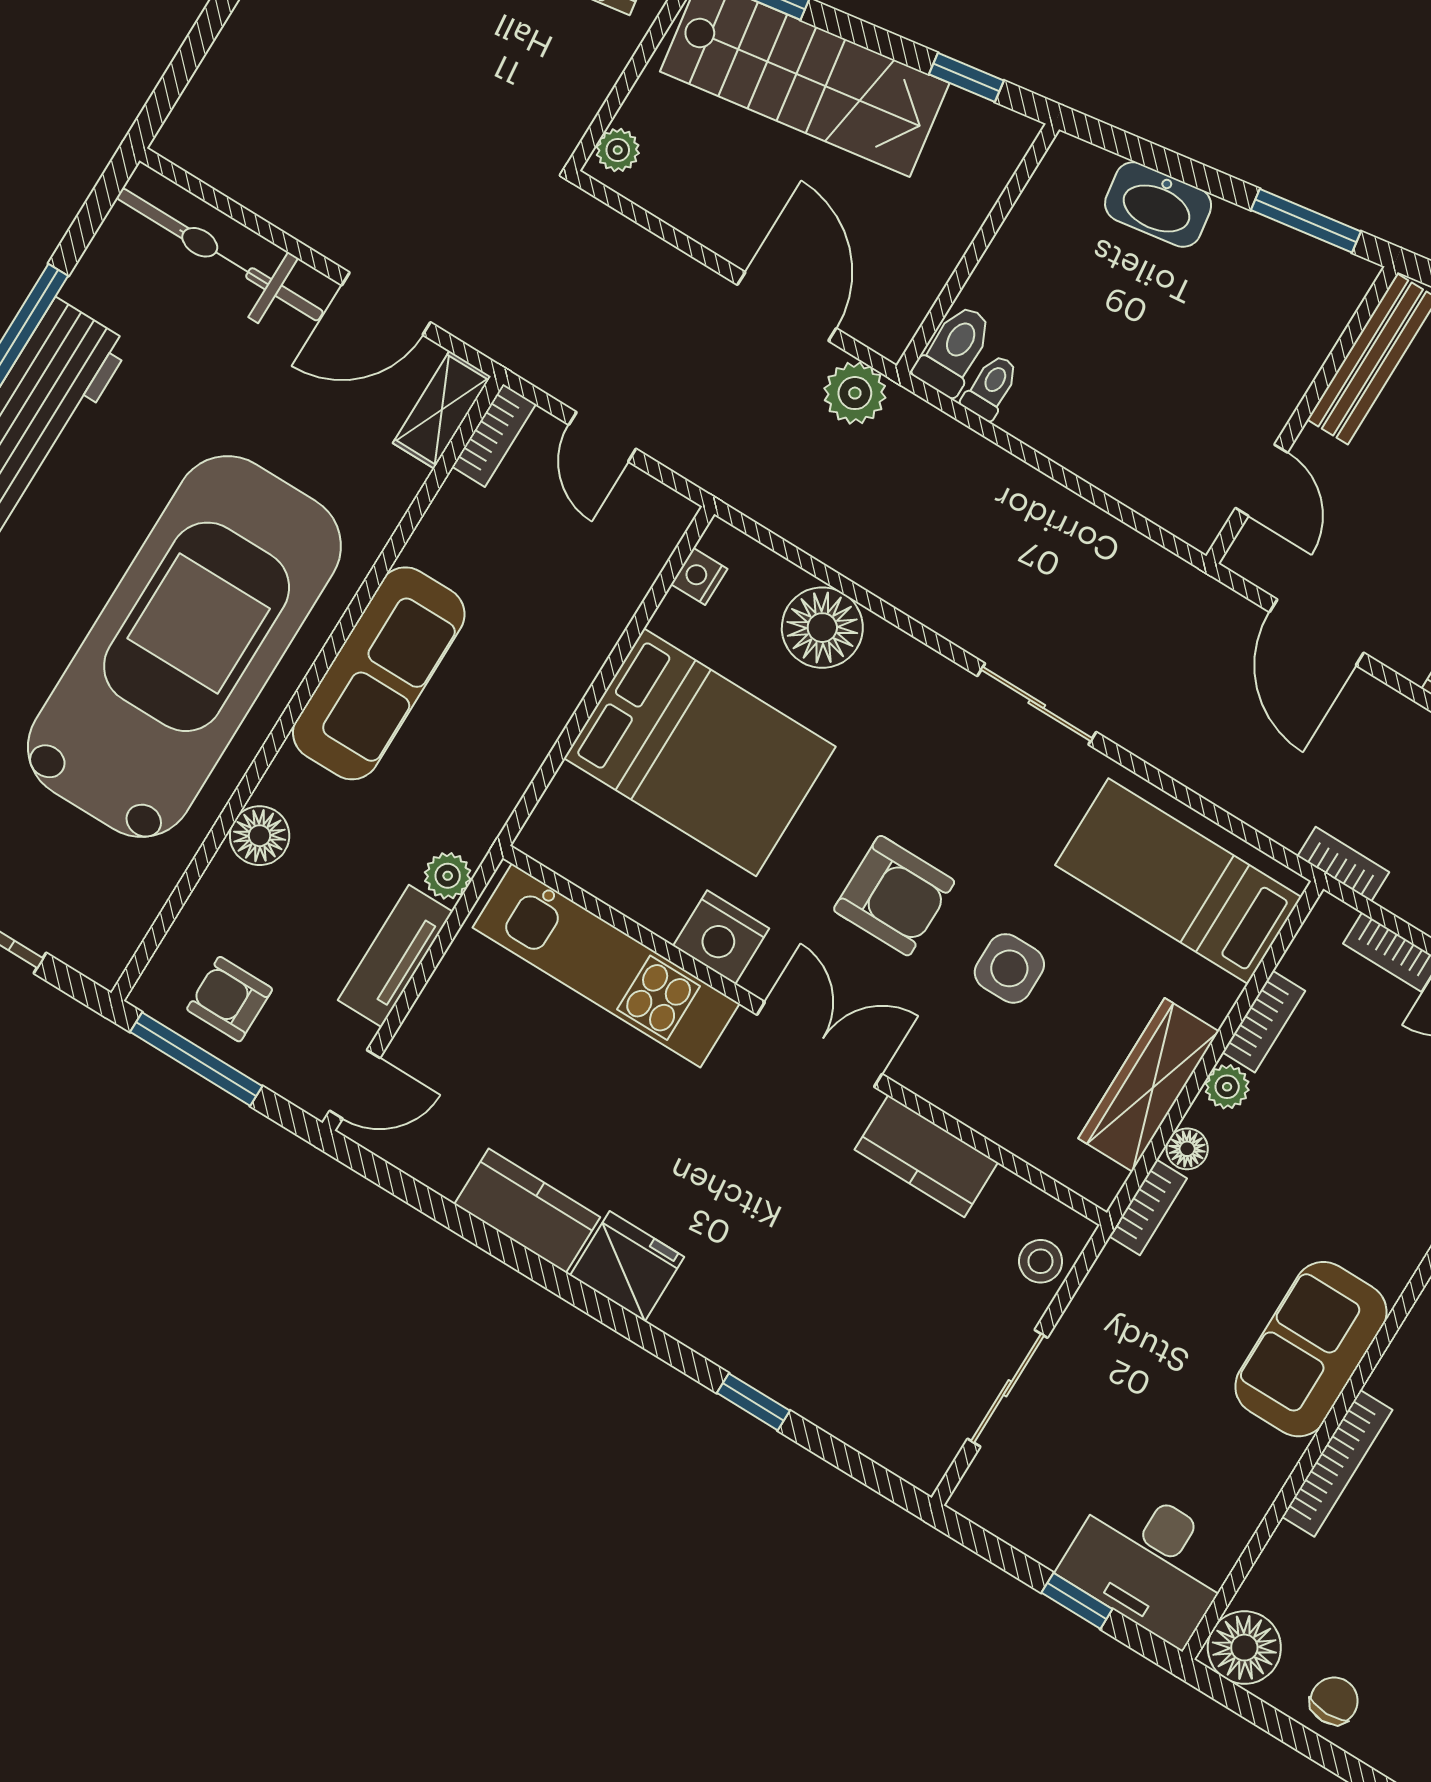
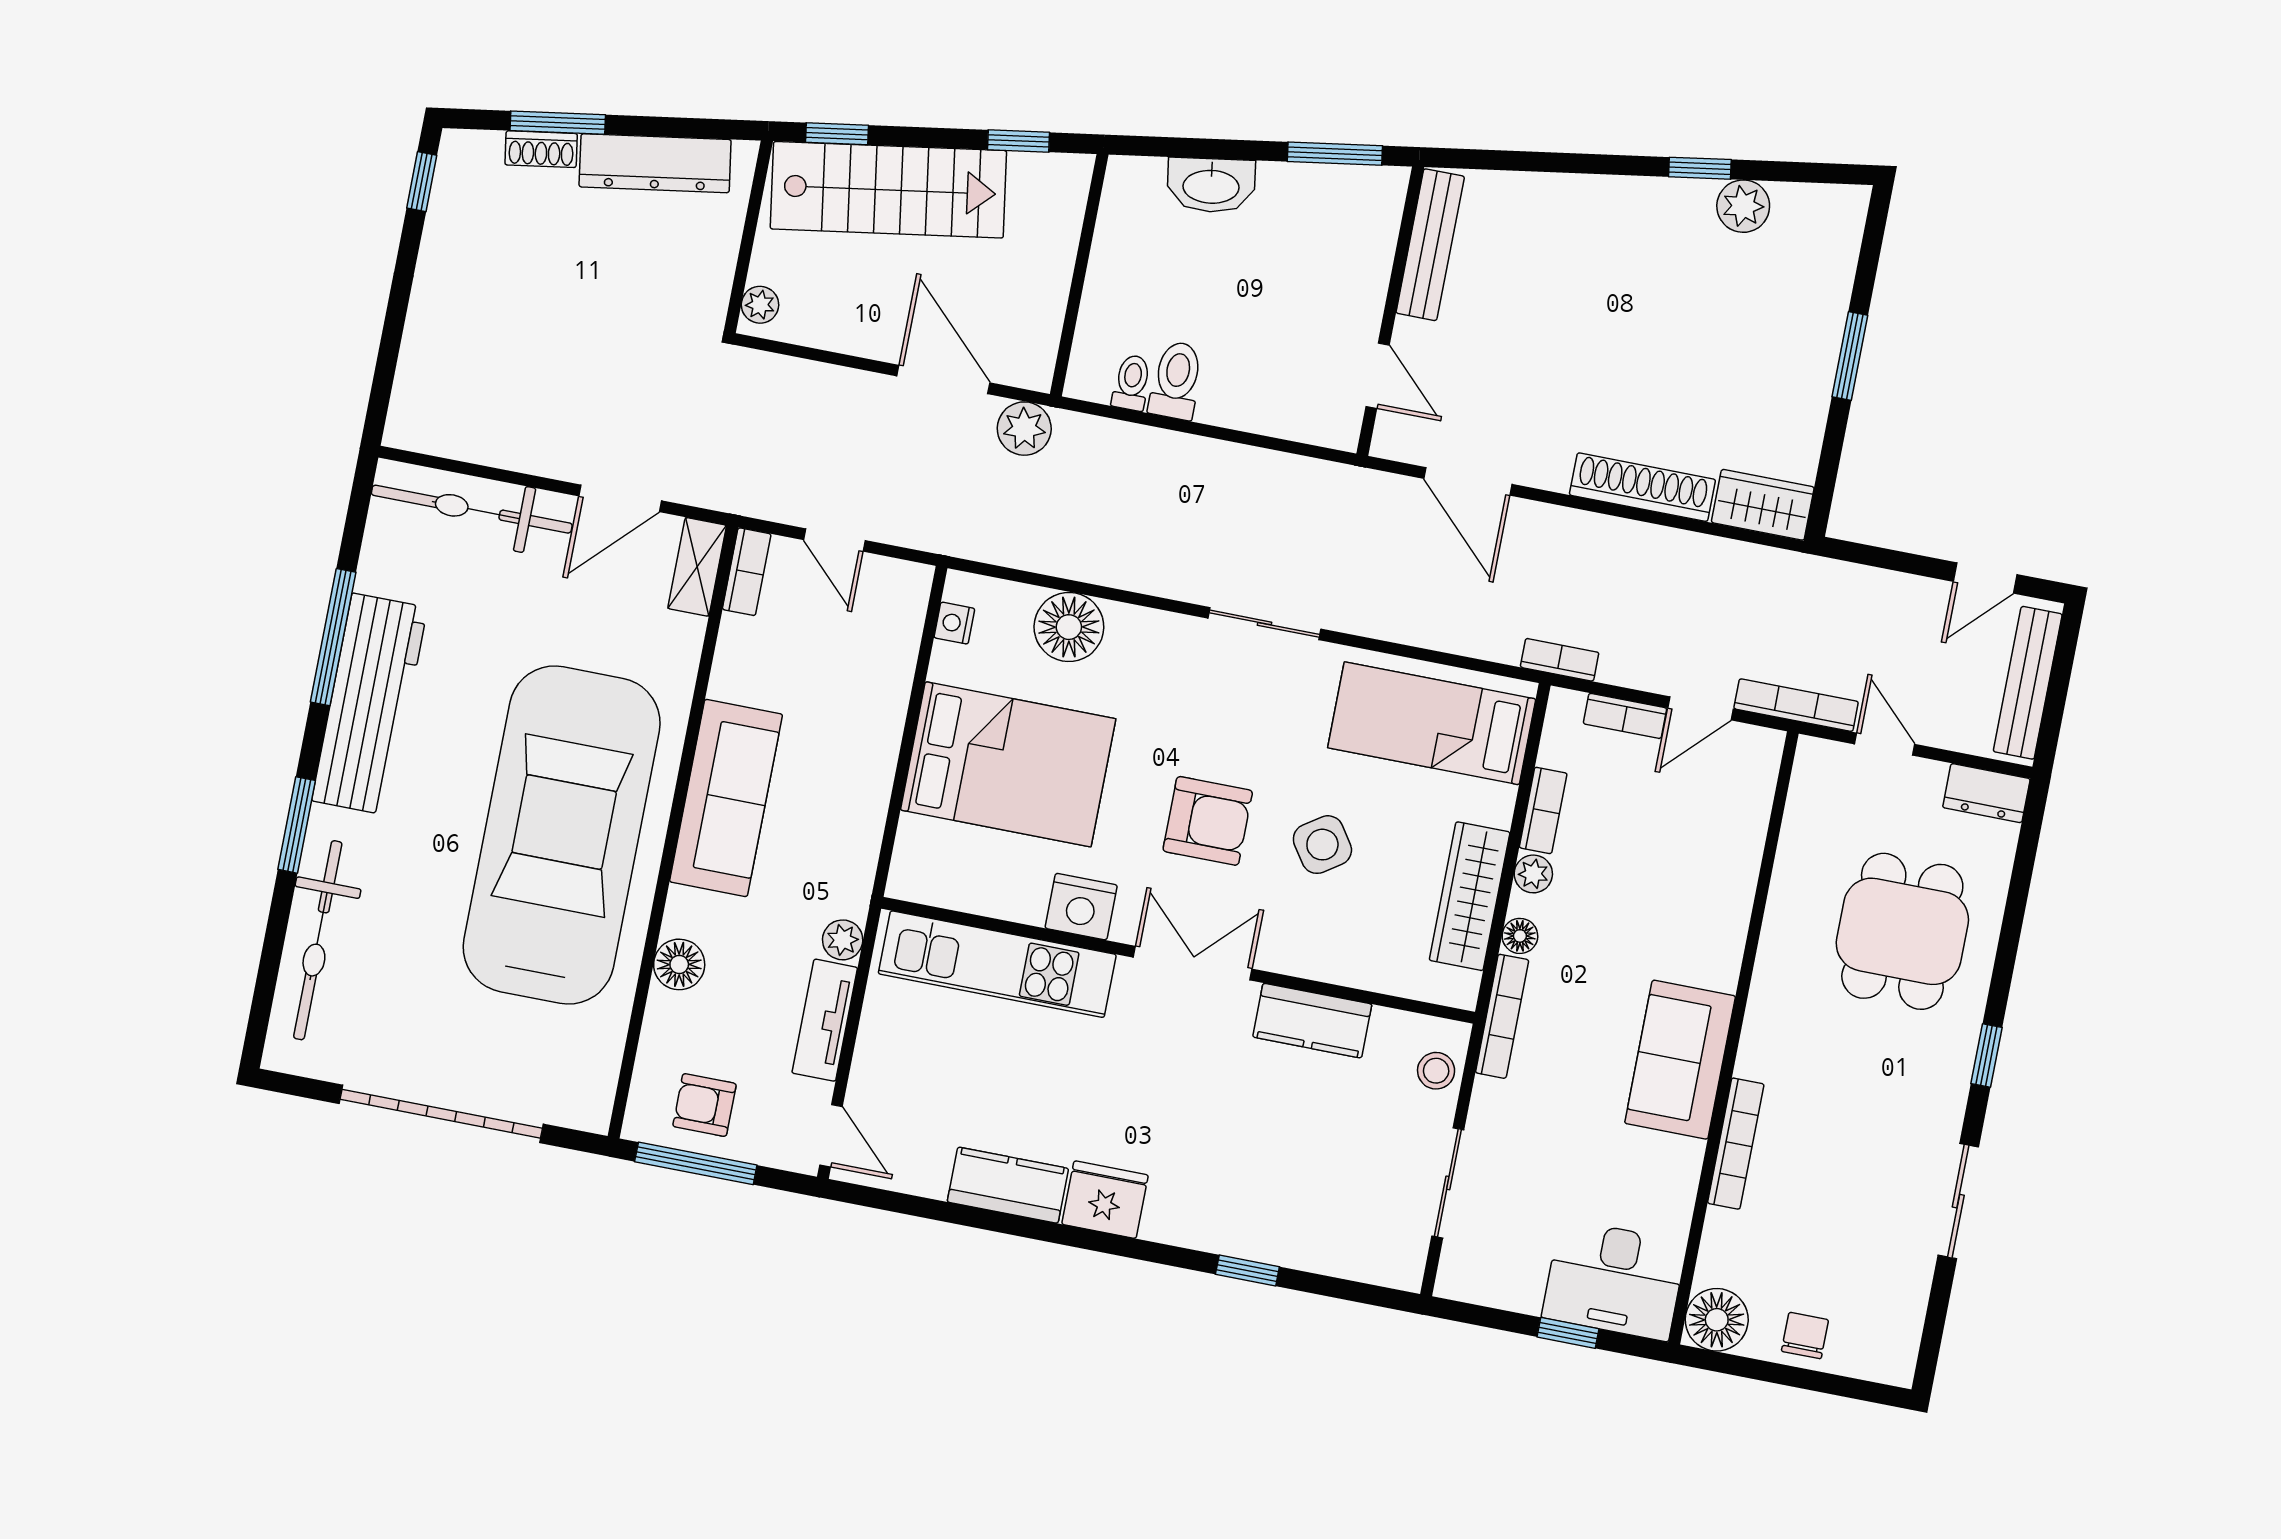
toilet: (954, 350) -> (1176, 380), moved
side table: (1009, 968) -> (1322, 845), turned -34
door: (355, 1084) -> (831, 1136), hinge flipped
bookcase: (1148, 1207) -> (1502, 1016), width x1.56

